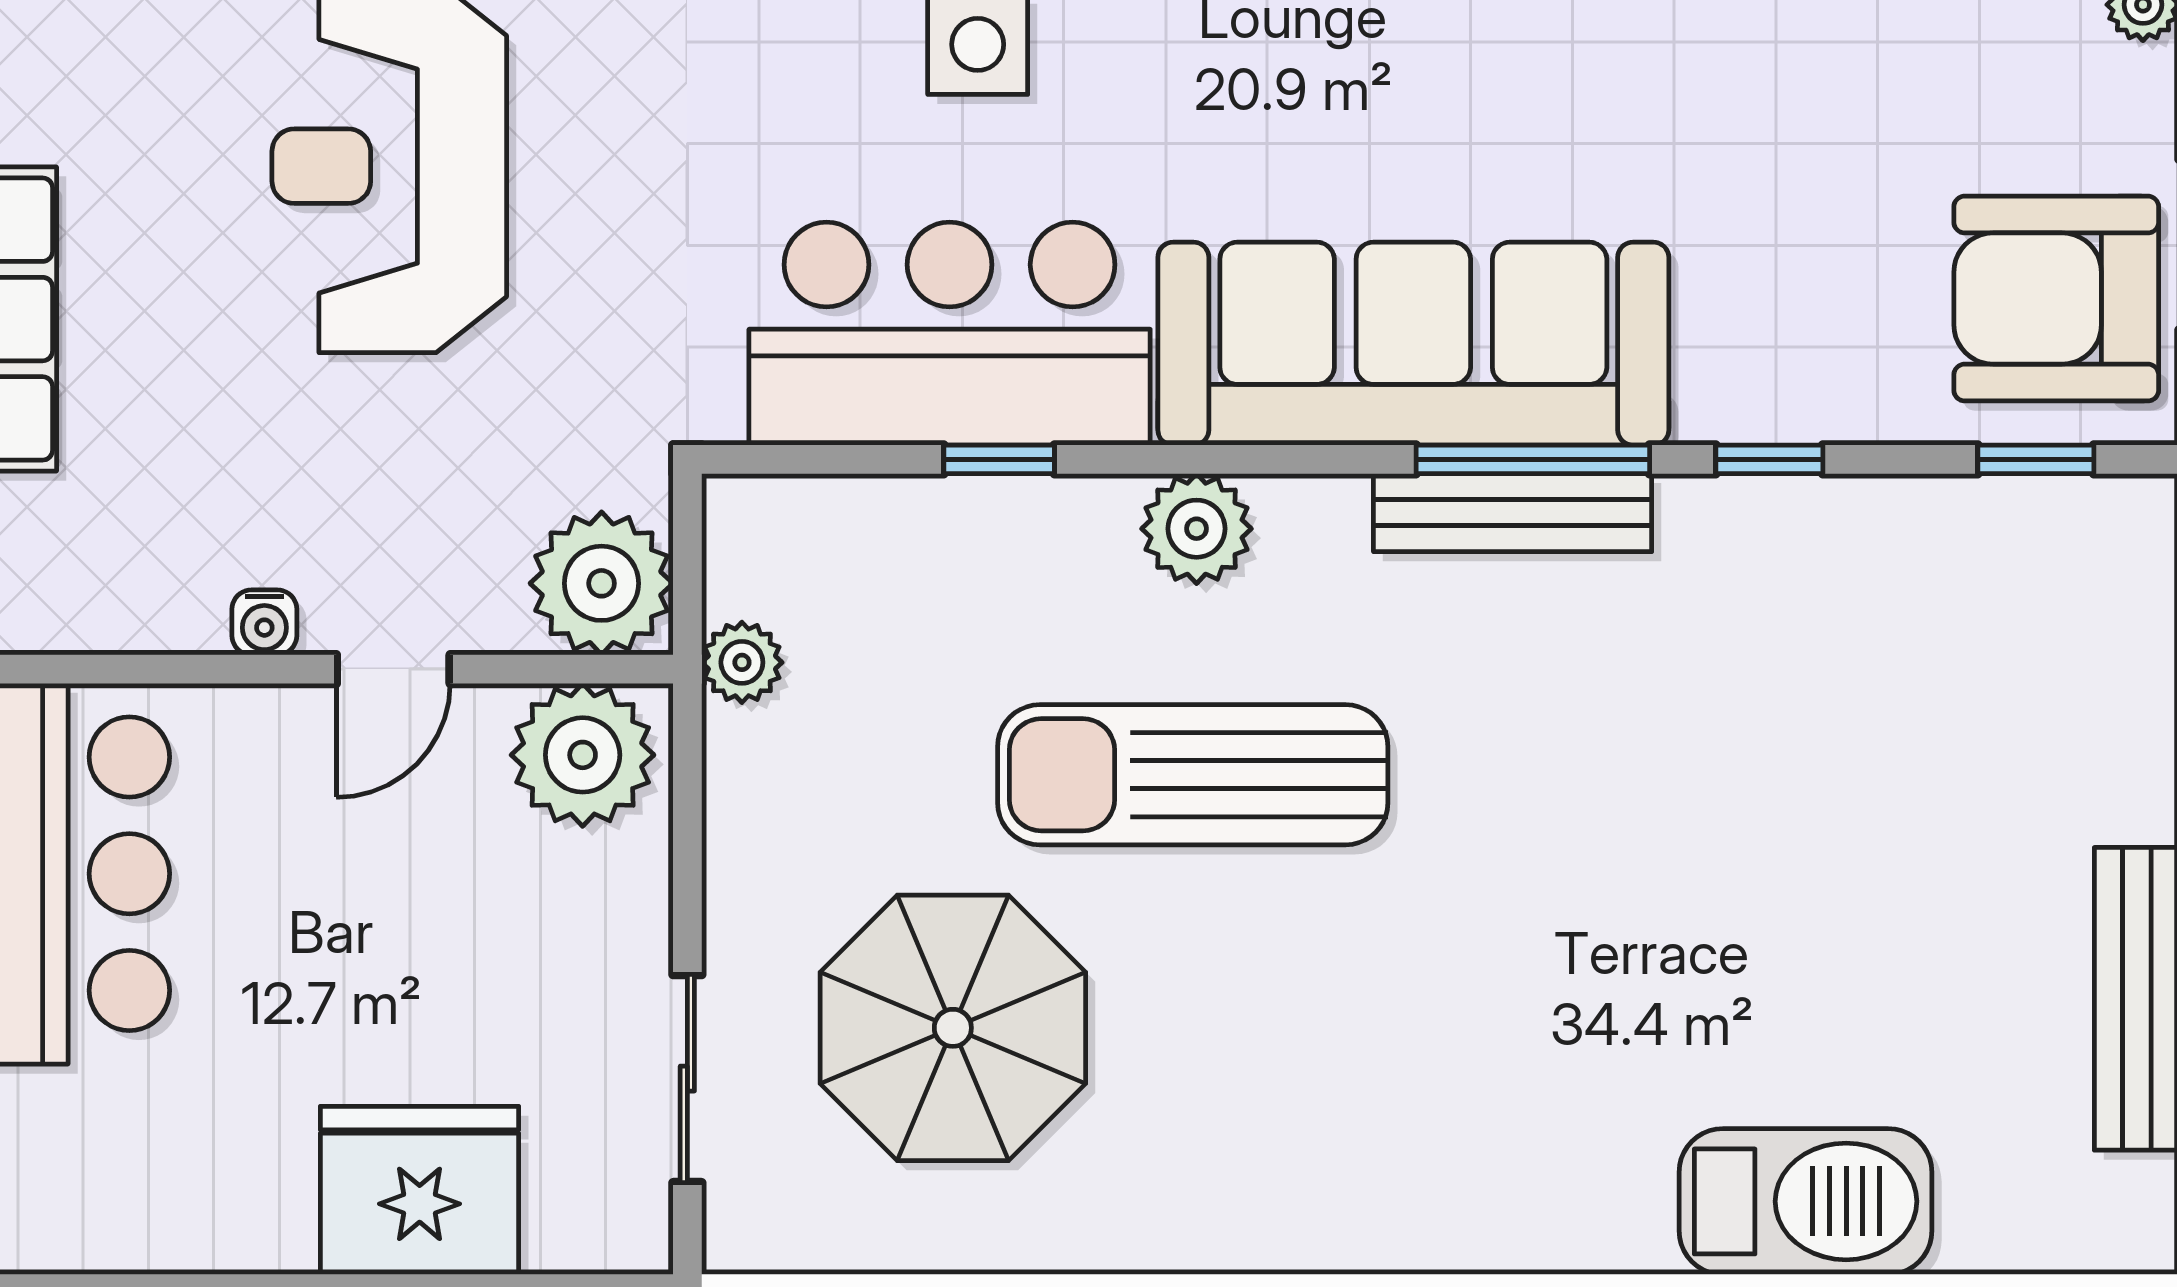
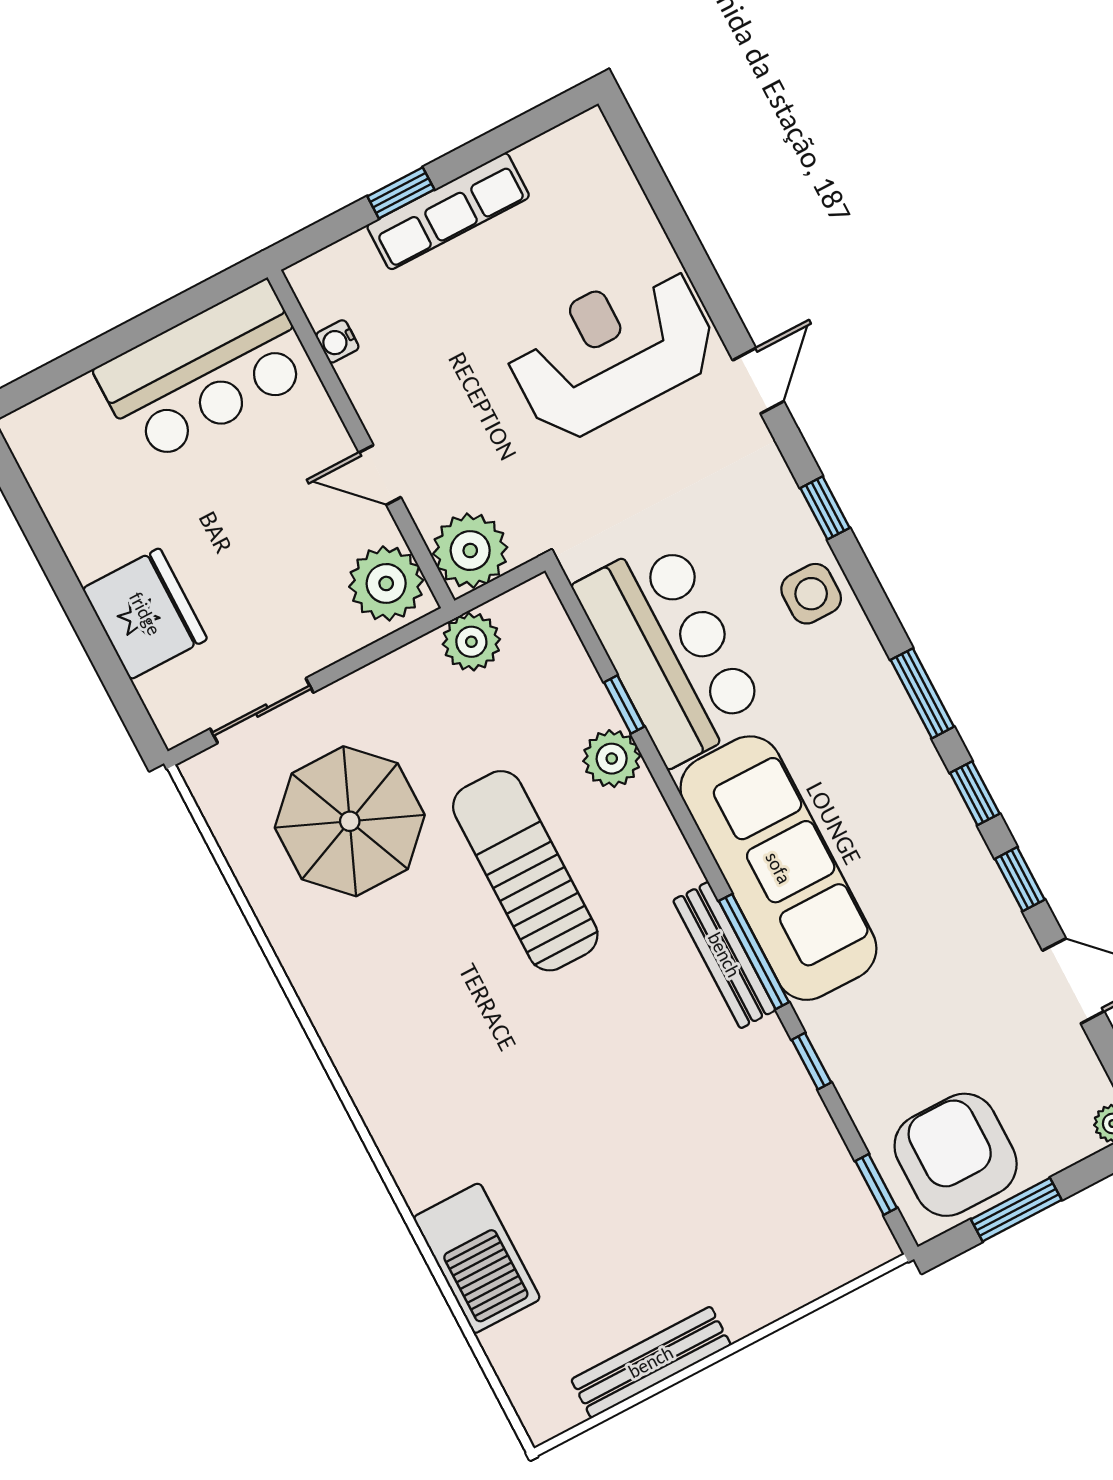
plant: (1197, 529) -> (612, 759), moved
water cooler: (264, 622) -> (337, 341), moved
plant: (742, 662) -> (471, 642), width x1.38, depth x1.38

